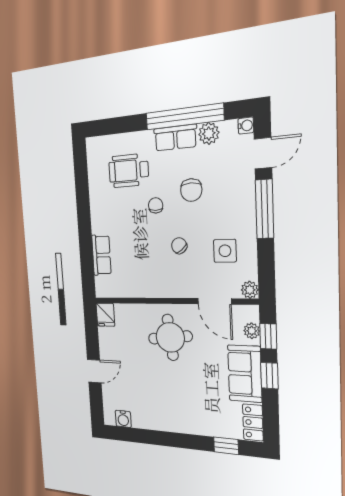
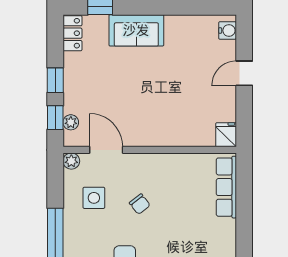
chair: (156, 205) -> (162, 244), removed
row of seats: (101, 255) -> (226, 187), width x1.48
round table: (170, 337) -> (154, 113), removed
sofa: (245, 374) -> (136, 30), moved, turned 90
water cooler: (123, 419) -> (228, 30), moved, turned 90

